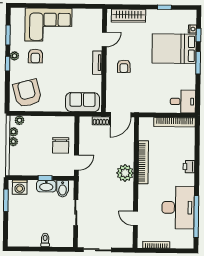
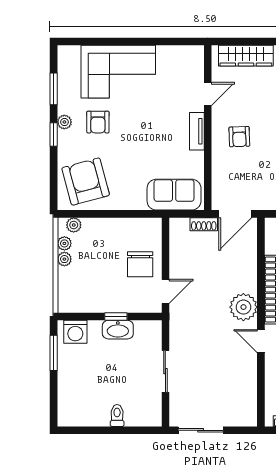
bidet: (63, 189) -> (144, 334), removed
door: (135, 218) -> (261, 341), moved

